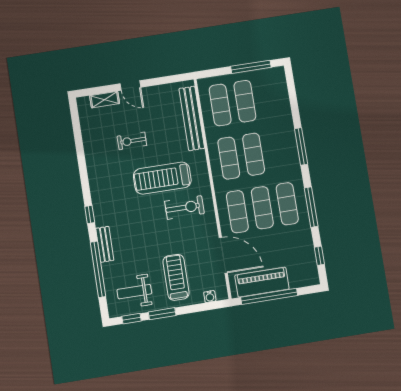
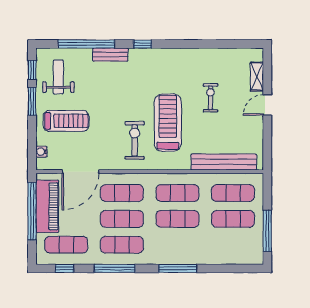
exercise bike: (184, 207) -> (135, 140), turned 180
exercise mat: (296, 258) -> (66, 245), added

